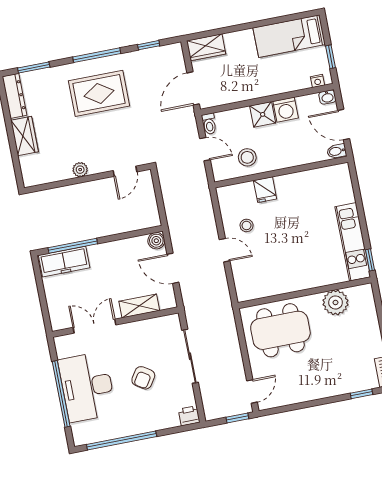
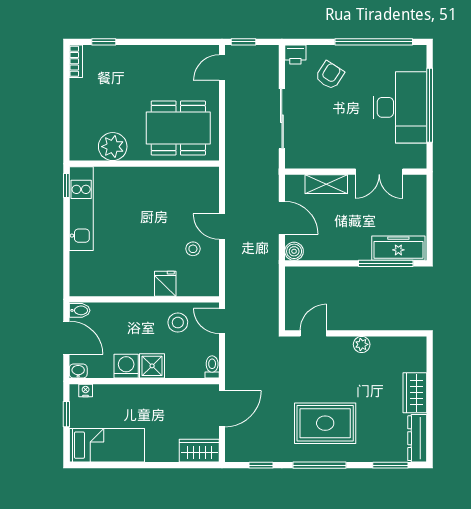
door: (205, 149) -> (222, 321), moved
armchair: (143, 378) -> (330, 75), moved

